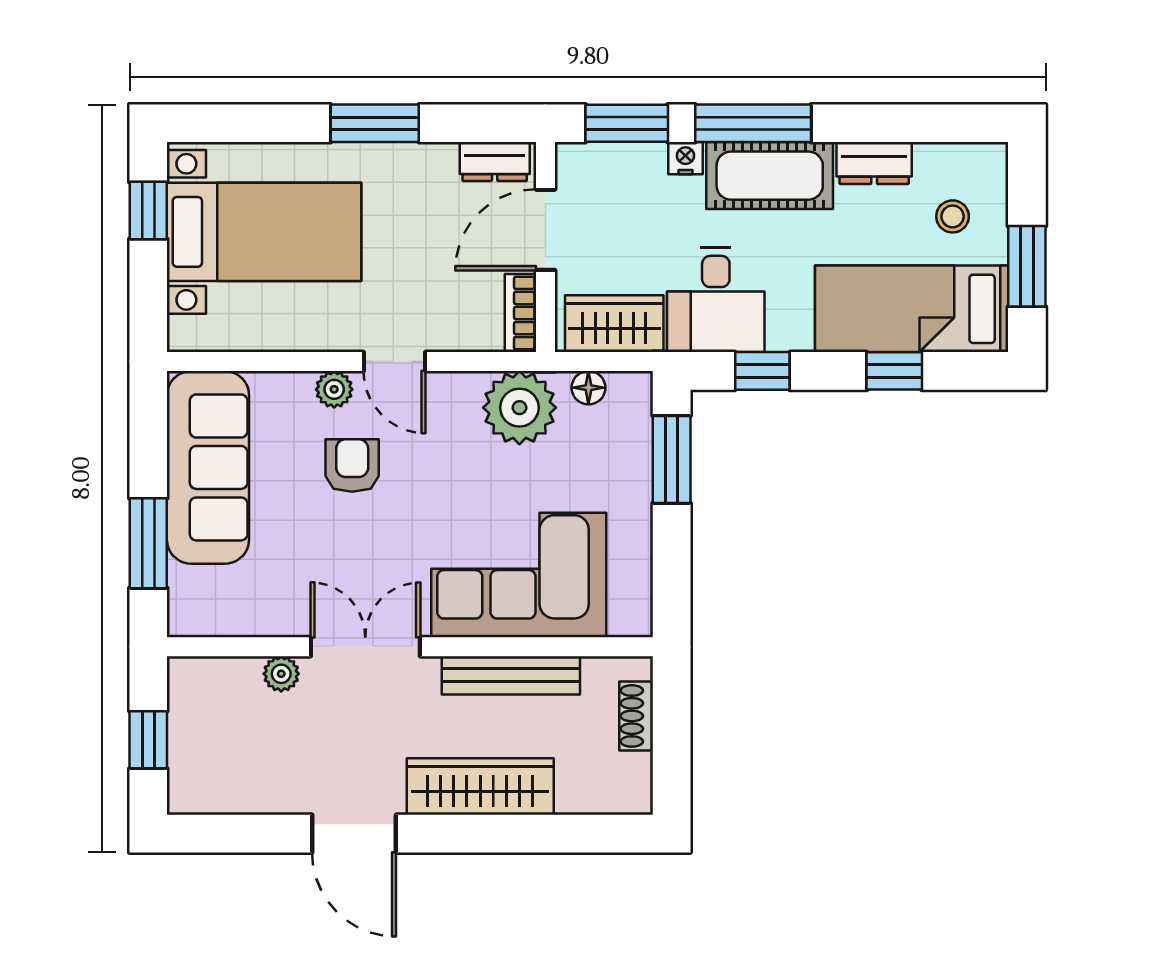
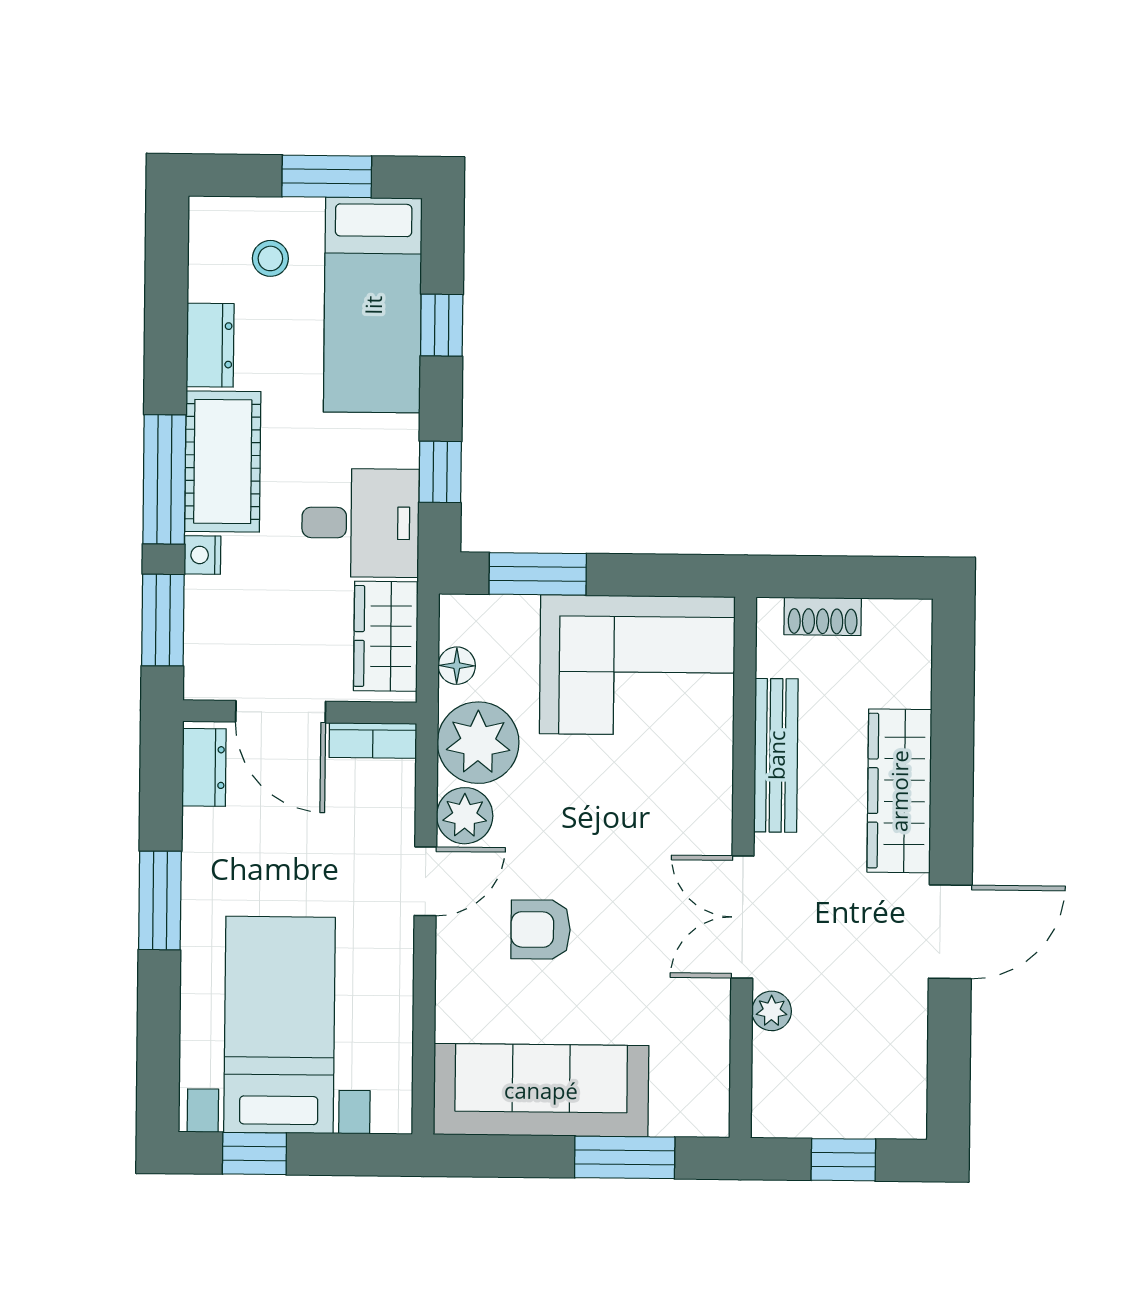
plant: (334, 389) -> (465, 816), moved, width x1.38, depth x1.38
corner sofa: (519, 575) -> (637, 665), moved, turned -90

